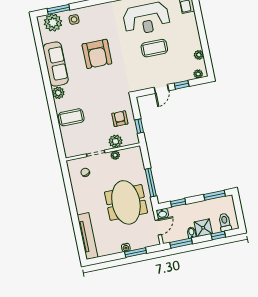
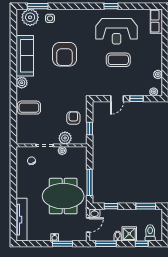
meeting table: (126, 202) -> (63, 196), turned 90

